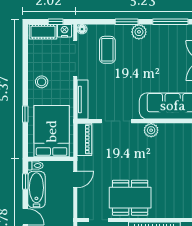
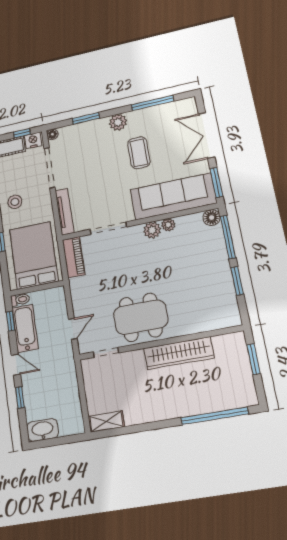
window: (127, 22) -> (86, 118), moved
coffee table: (107, 50) -> (139, 153), moved
plant: (165, 129) -> (168, 225), added
door: (75, 179) -> (73, 329), moved

